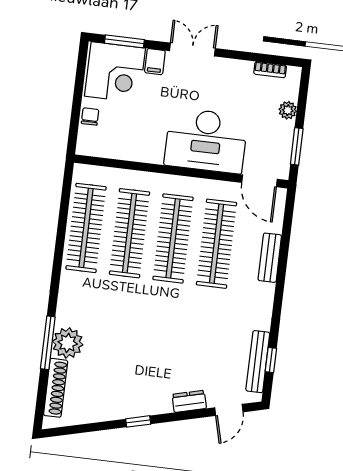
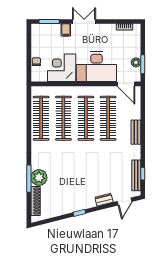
corner desk: (115, 72) -> (62, 68), moved, turned 180
plant: (288, 110) -> (136, 62), moved
bench: (270, 258) -> (136, 132), moved

